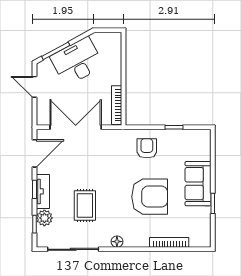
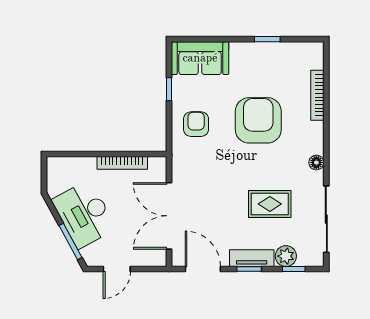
bookcase: (117, 105) -> (122, 163), moved
armchair: (147, 148) -> (196, 124), turned 90
sofa: (198, 184) -> (200, 58), moved

